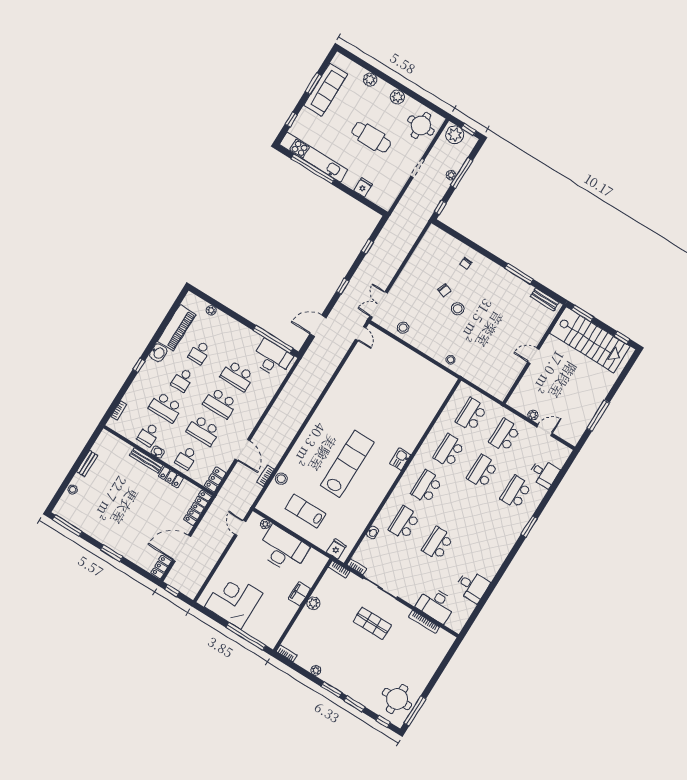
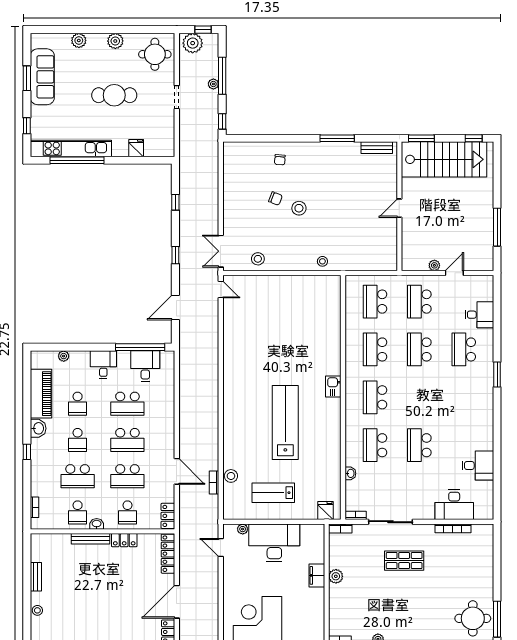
desk: (237, 335) -> (103, 365), added
desk: (272, 358) -> (145, 366), width x0.73

